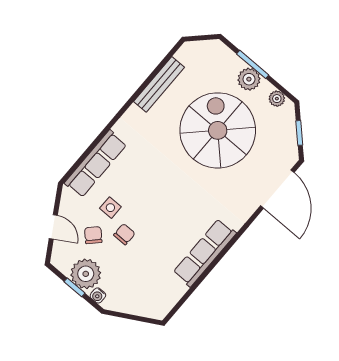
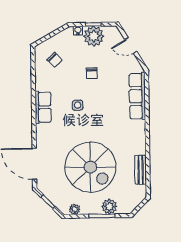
plant: (249, 79) -> (109, 207), moved
bench: (159, 84) -> (141, 170), width x0.73
side table: (110, 208) -> (78, 105), moved
chair: (93, 235) -> (55, 60), moved
row of seats: (205, 253) -> (43, 107), width x0.68

